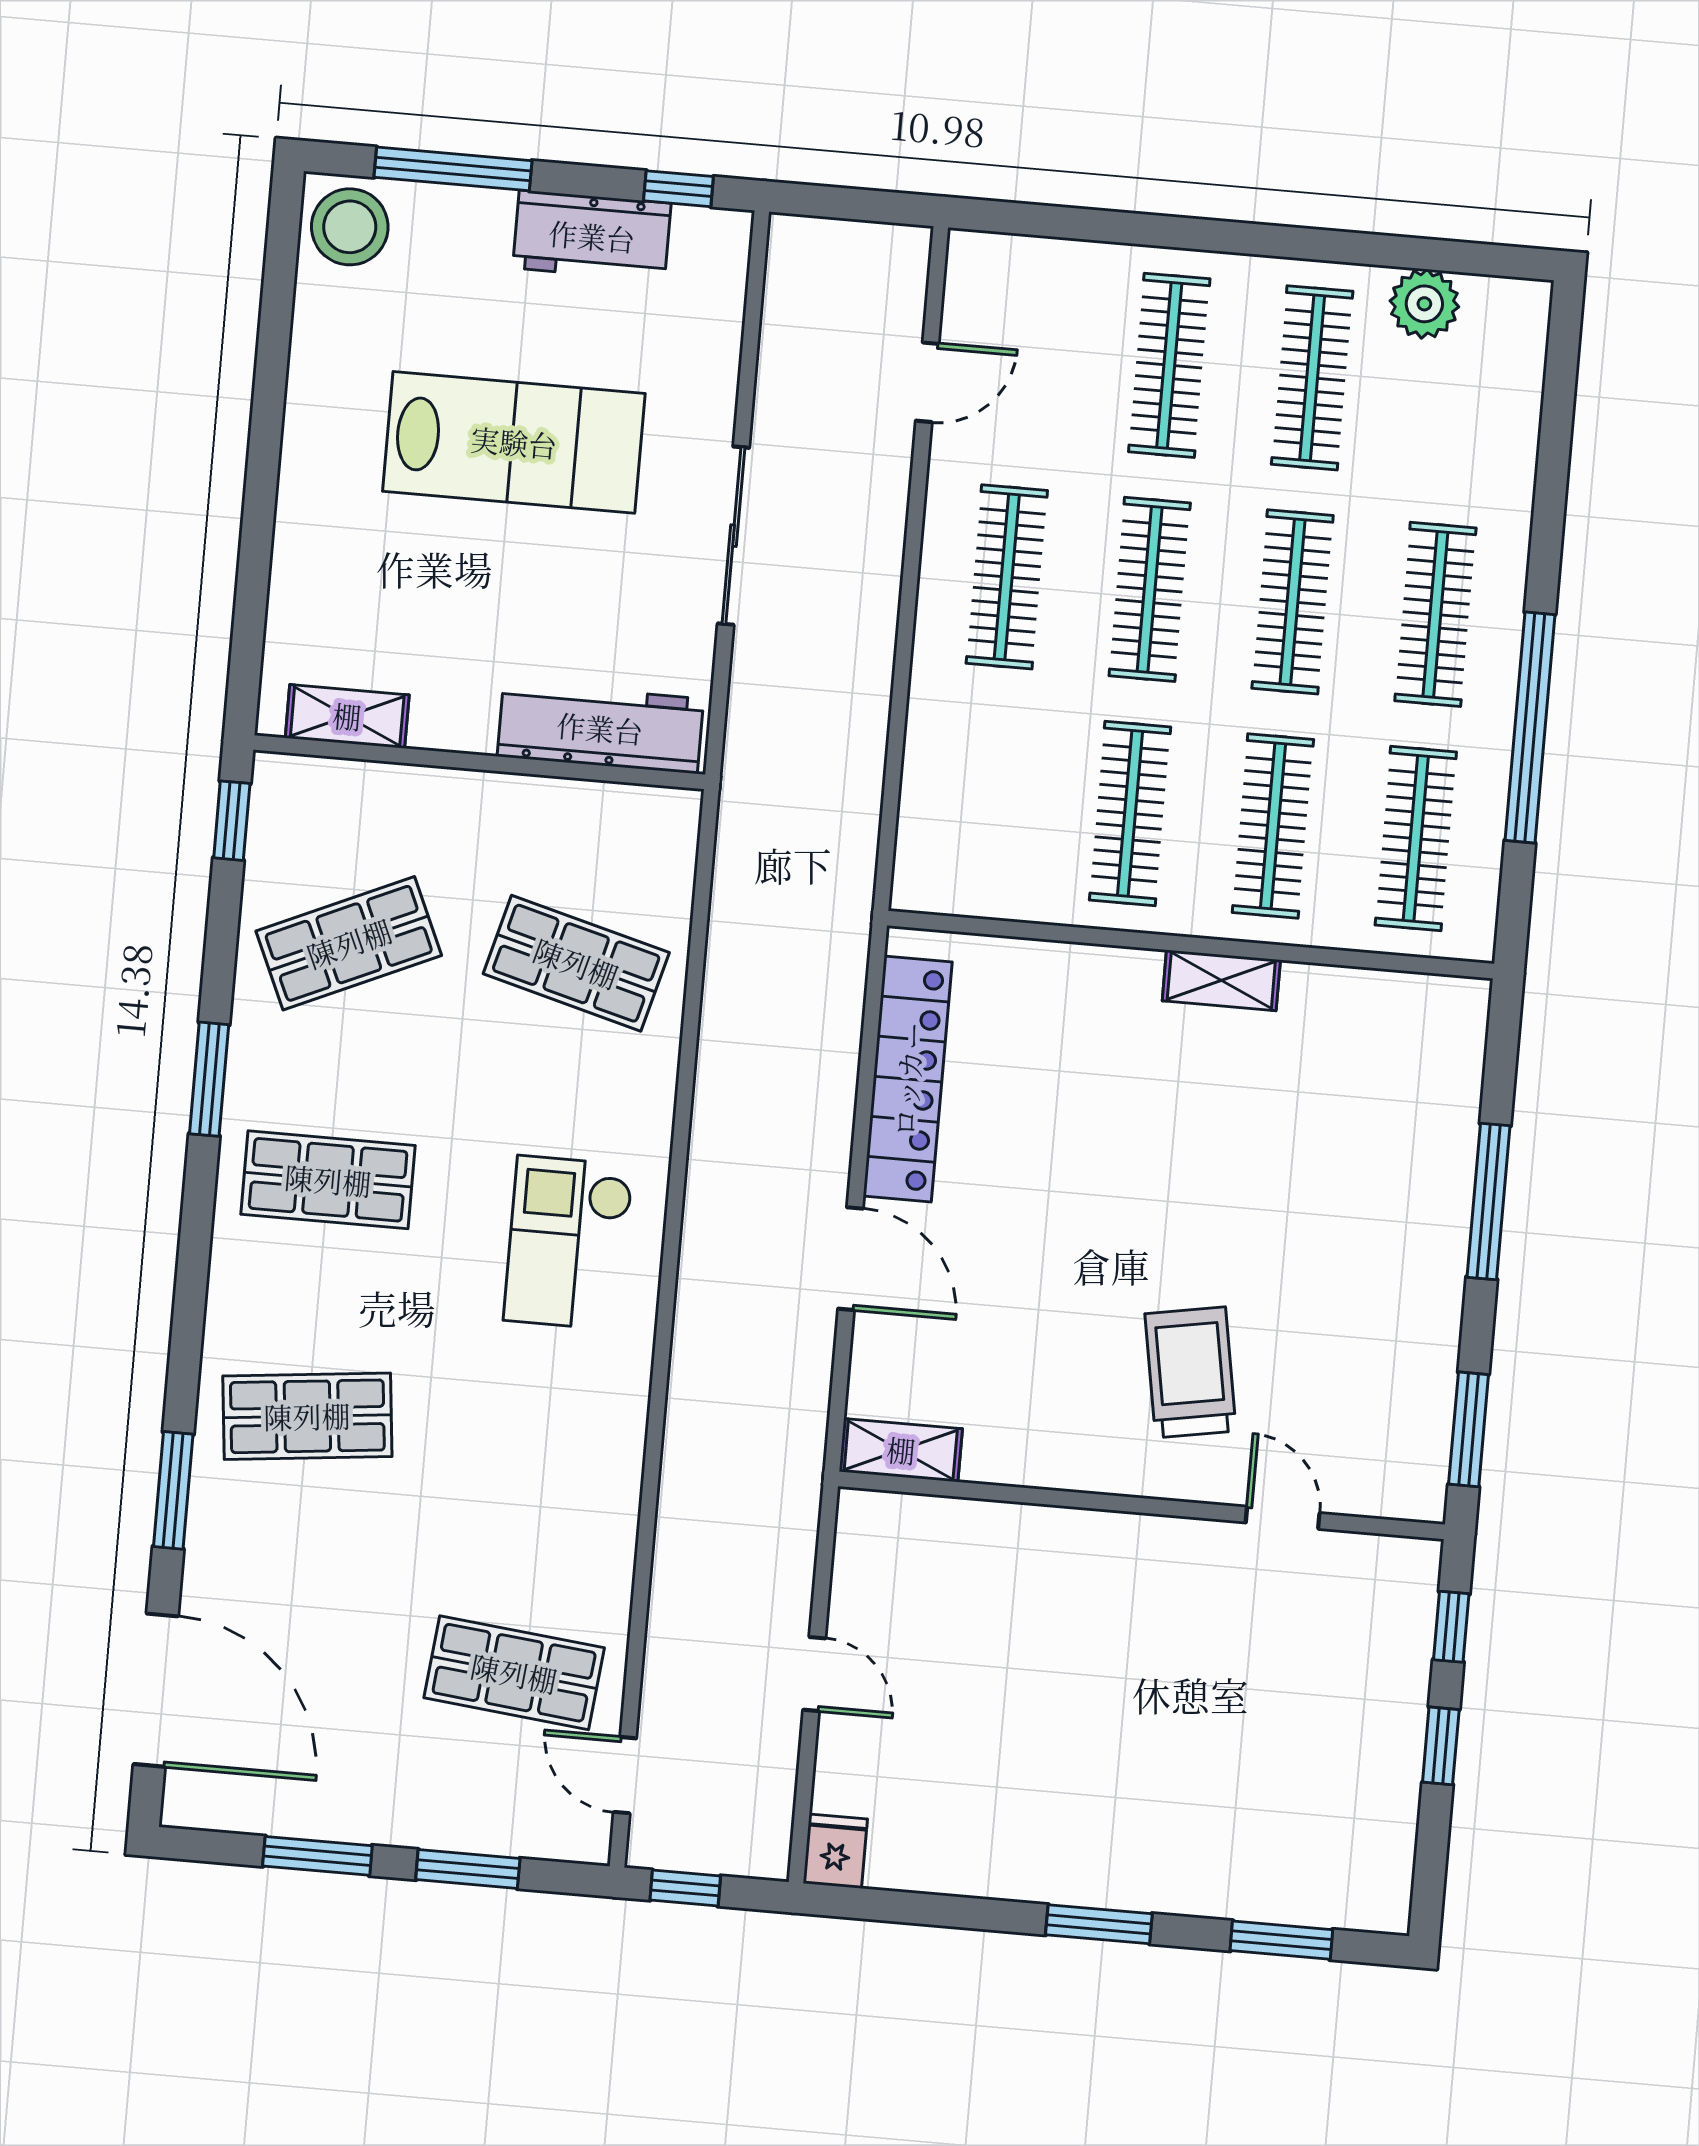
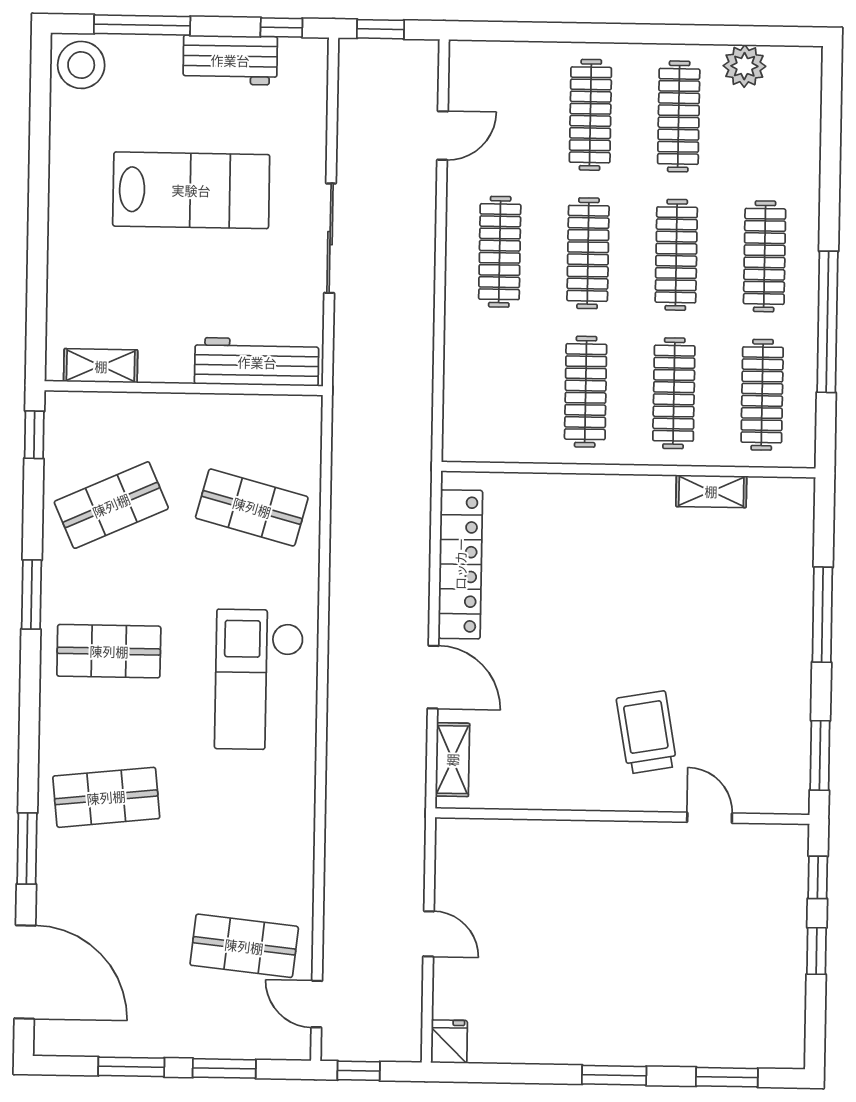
window: (839, 203) -> (380, 29), added
shelving: (1221, 980) -> (711, 491), moved
checkout: (568, 1243) -> (259, 680), width x1.36, depth x1.21
shelving: (901, 1450) -> (452, 760), moved, turned 90

